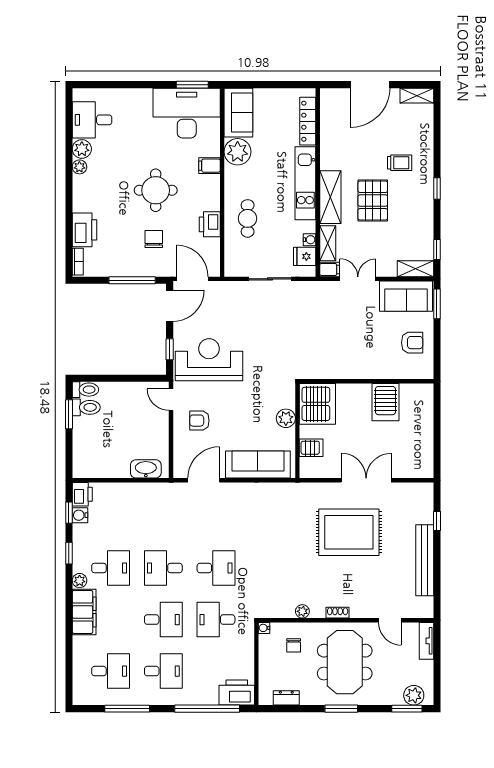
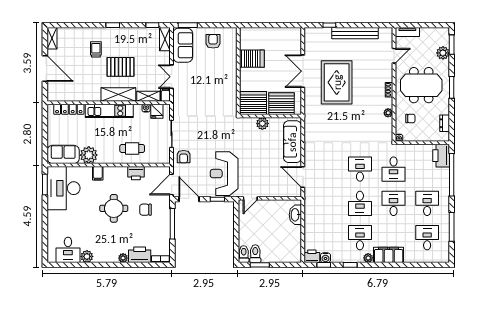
plant: (79, 167) -> (123, 258), moved
armchair: (199, 421) -> (184, 157), moved
server rack: (311, 448) -> (282, 104), width x2.18, depth x1.44
plant: (414, 695) -> (443, 53), moved

